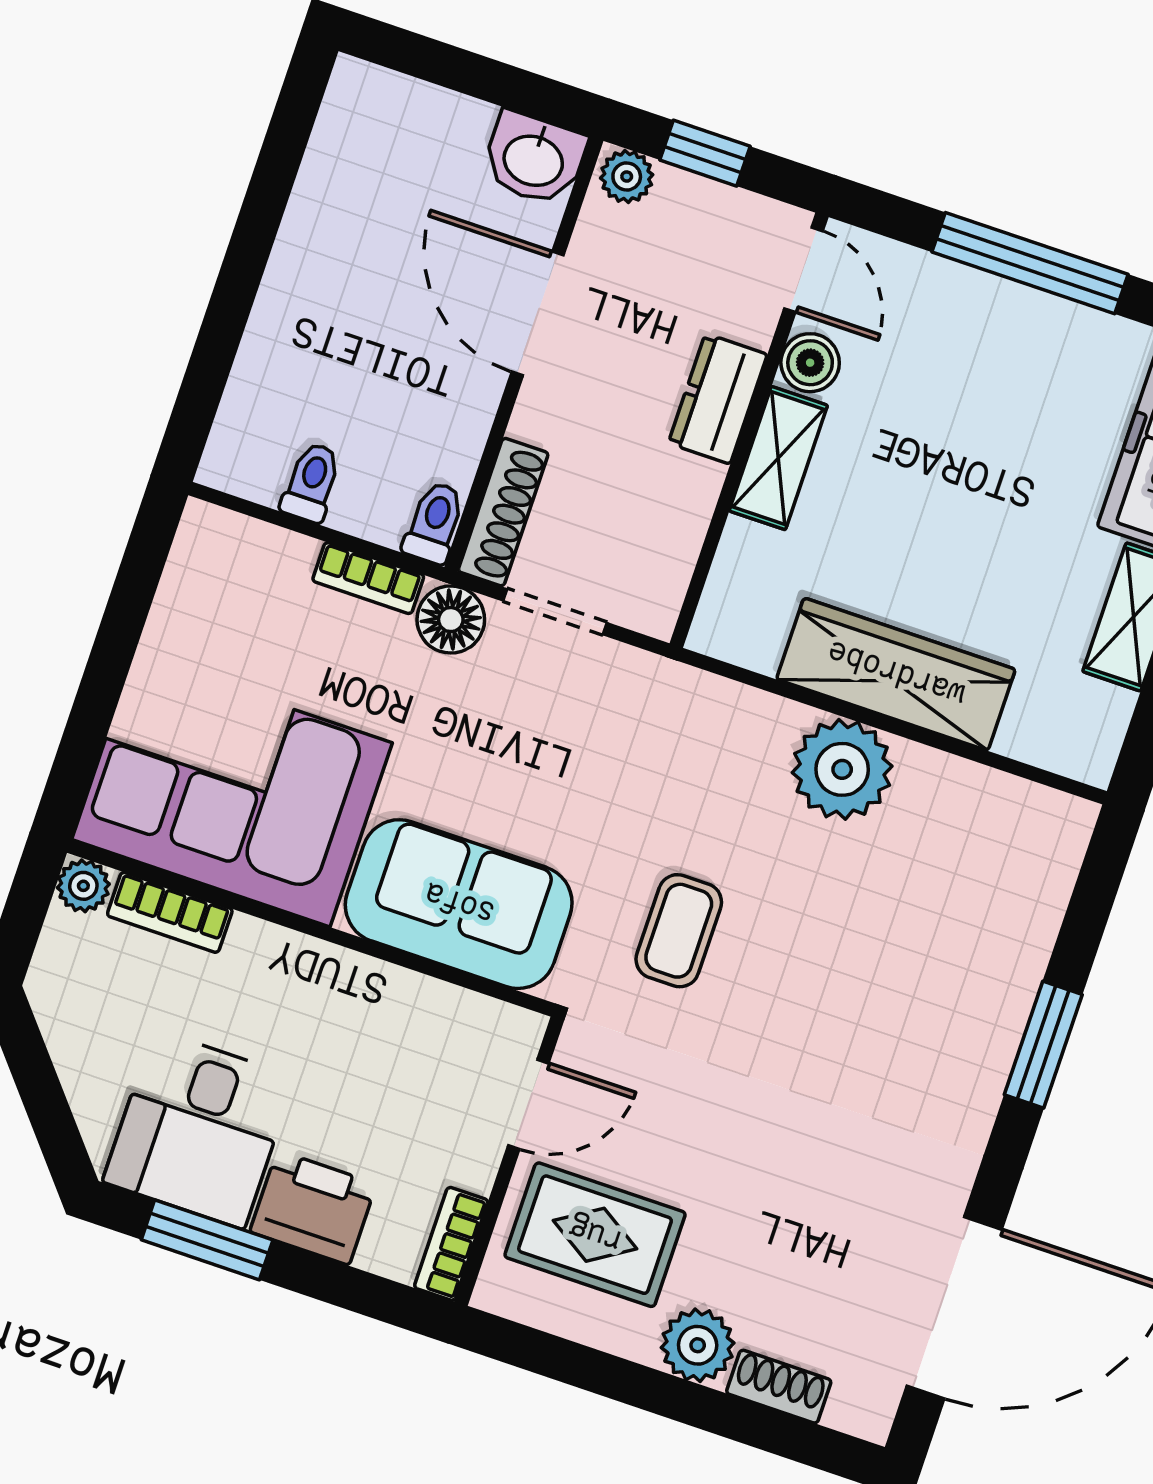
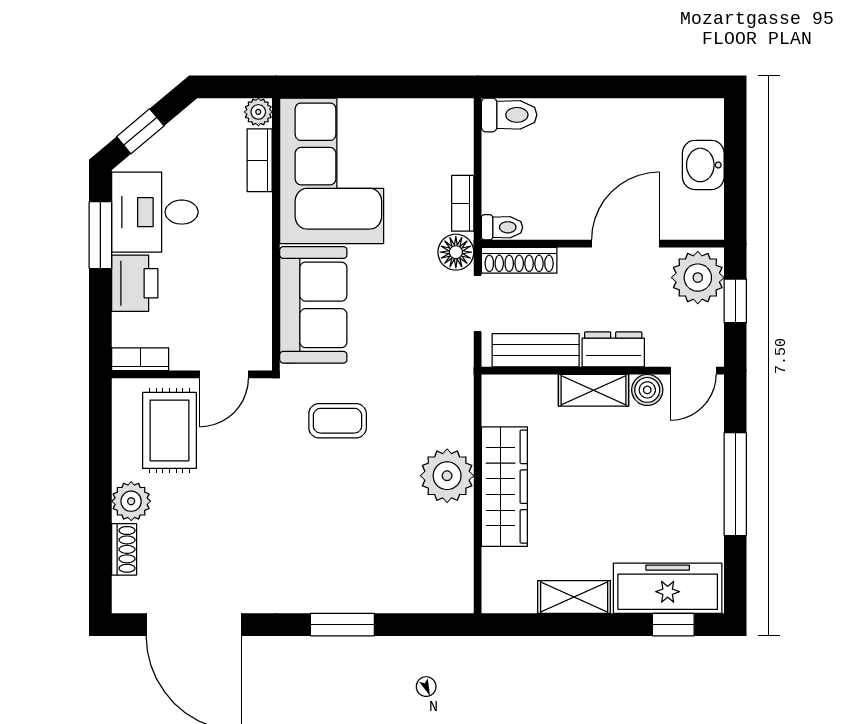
washbasin: (534, 159) -> (703, 165), moved
plant: (627, 176) -> (698, 278), width x1.88, depth x1.88
toilet: (311, 482) -> (509, 115), moved, width x1.37, depth x1.39
bench: (673, 537) -> (536, 350), added
door: (528, 1104) -> (224, 374), hinge flipped
window: (47, 1107) -> (140, 131), added

